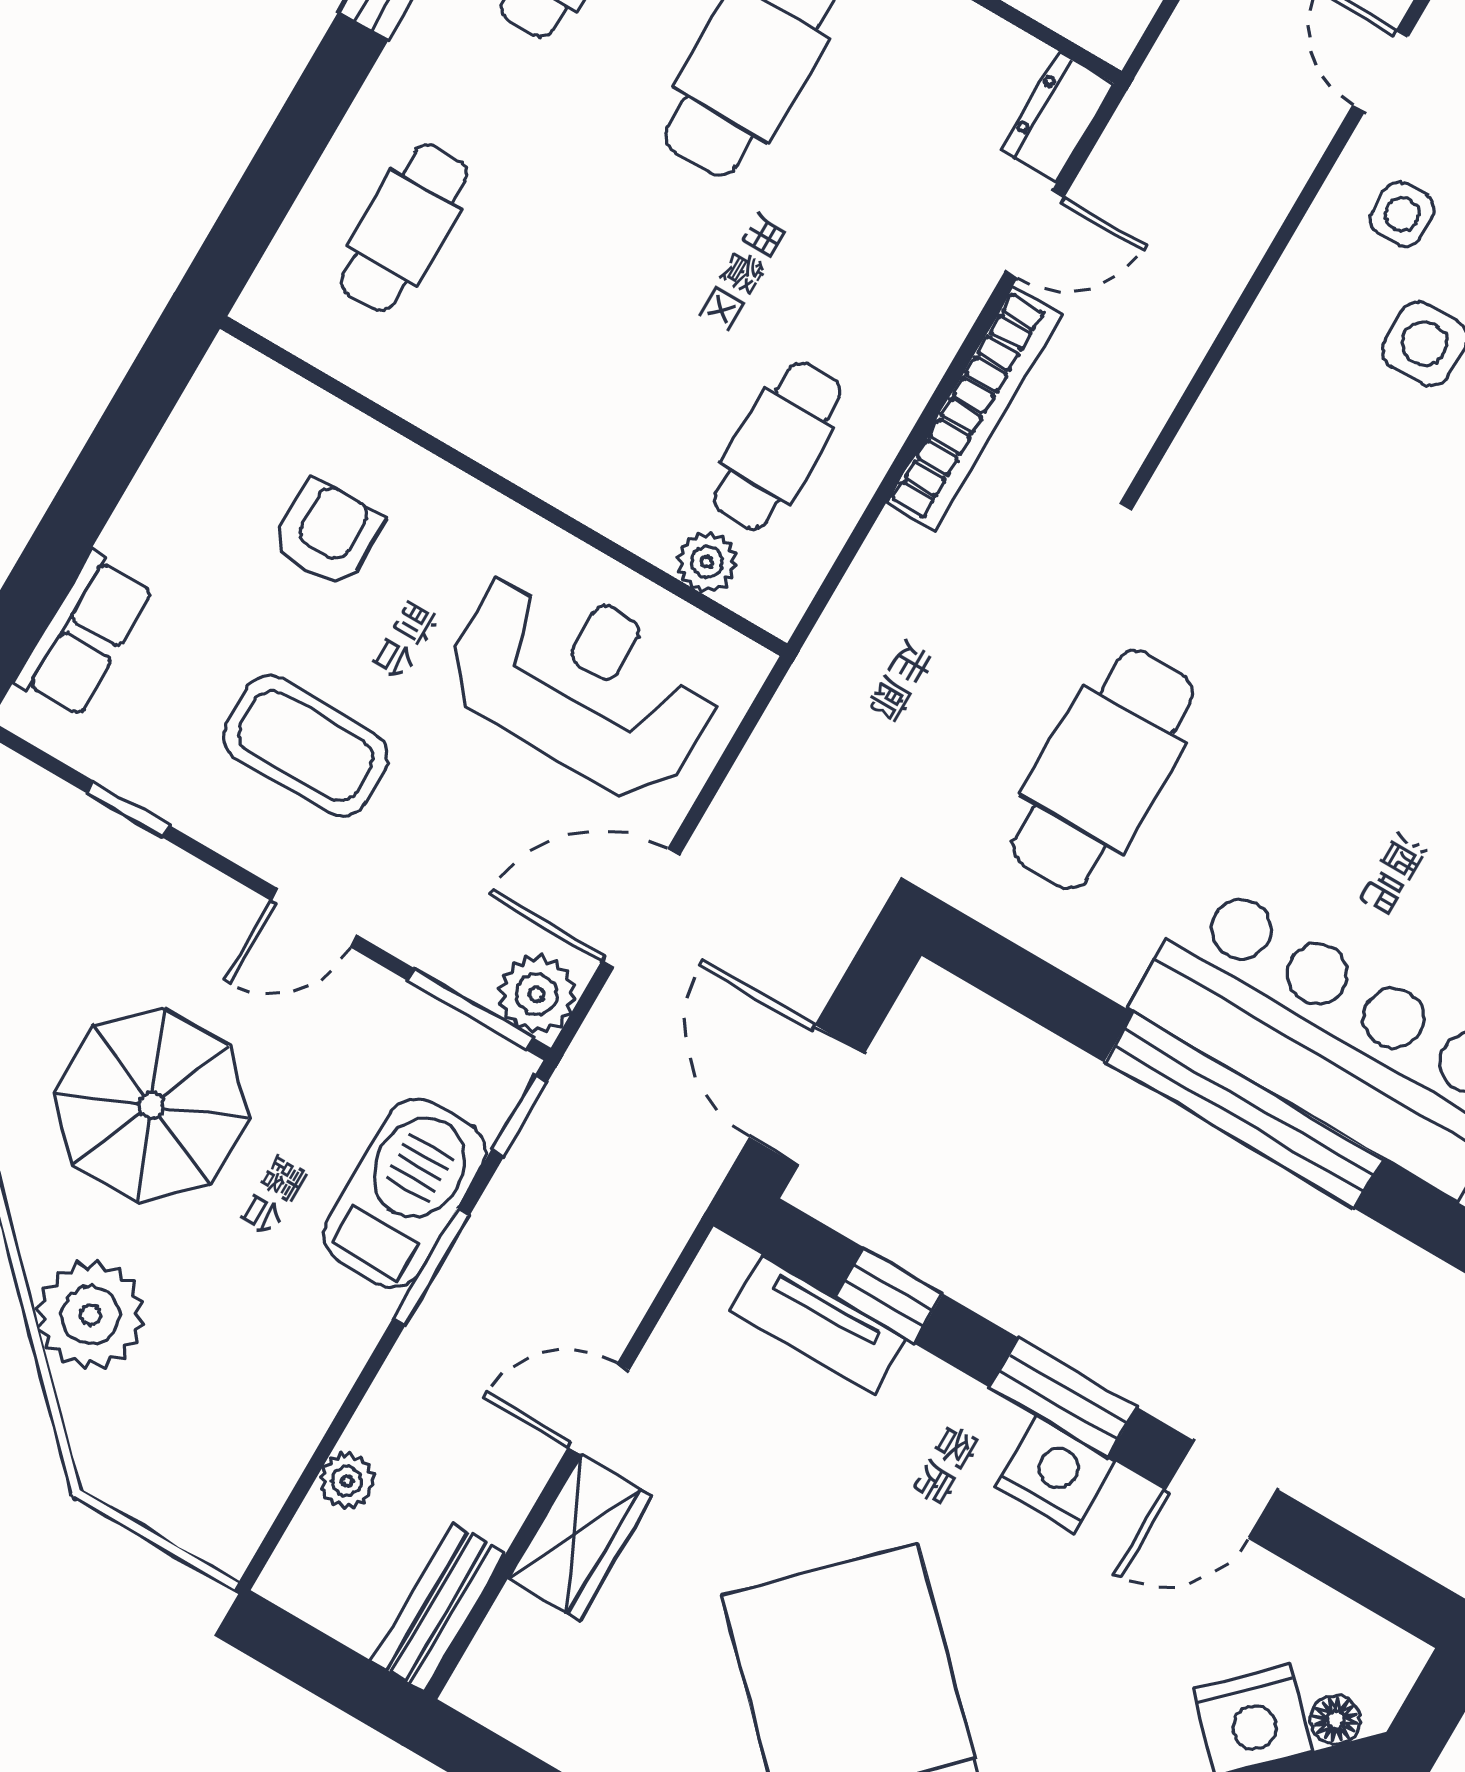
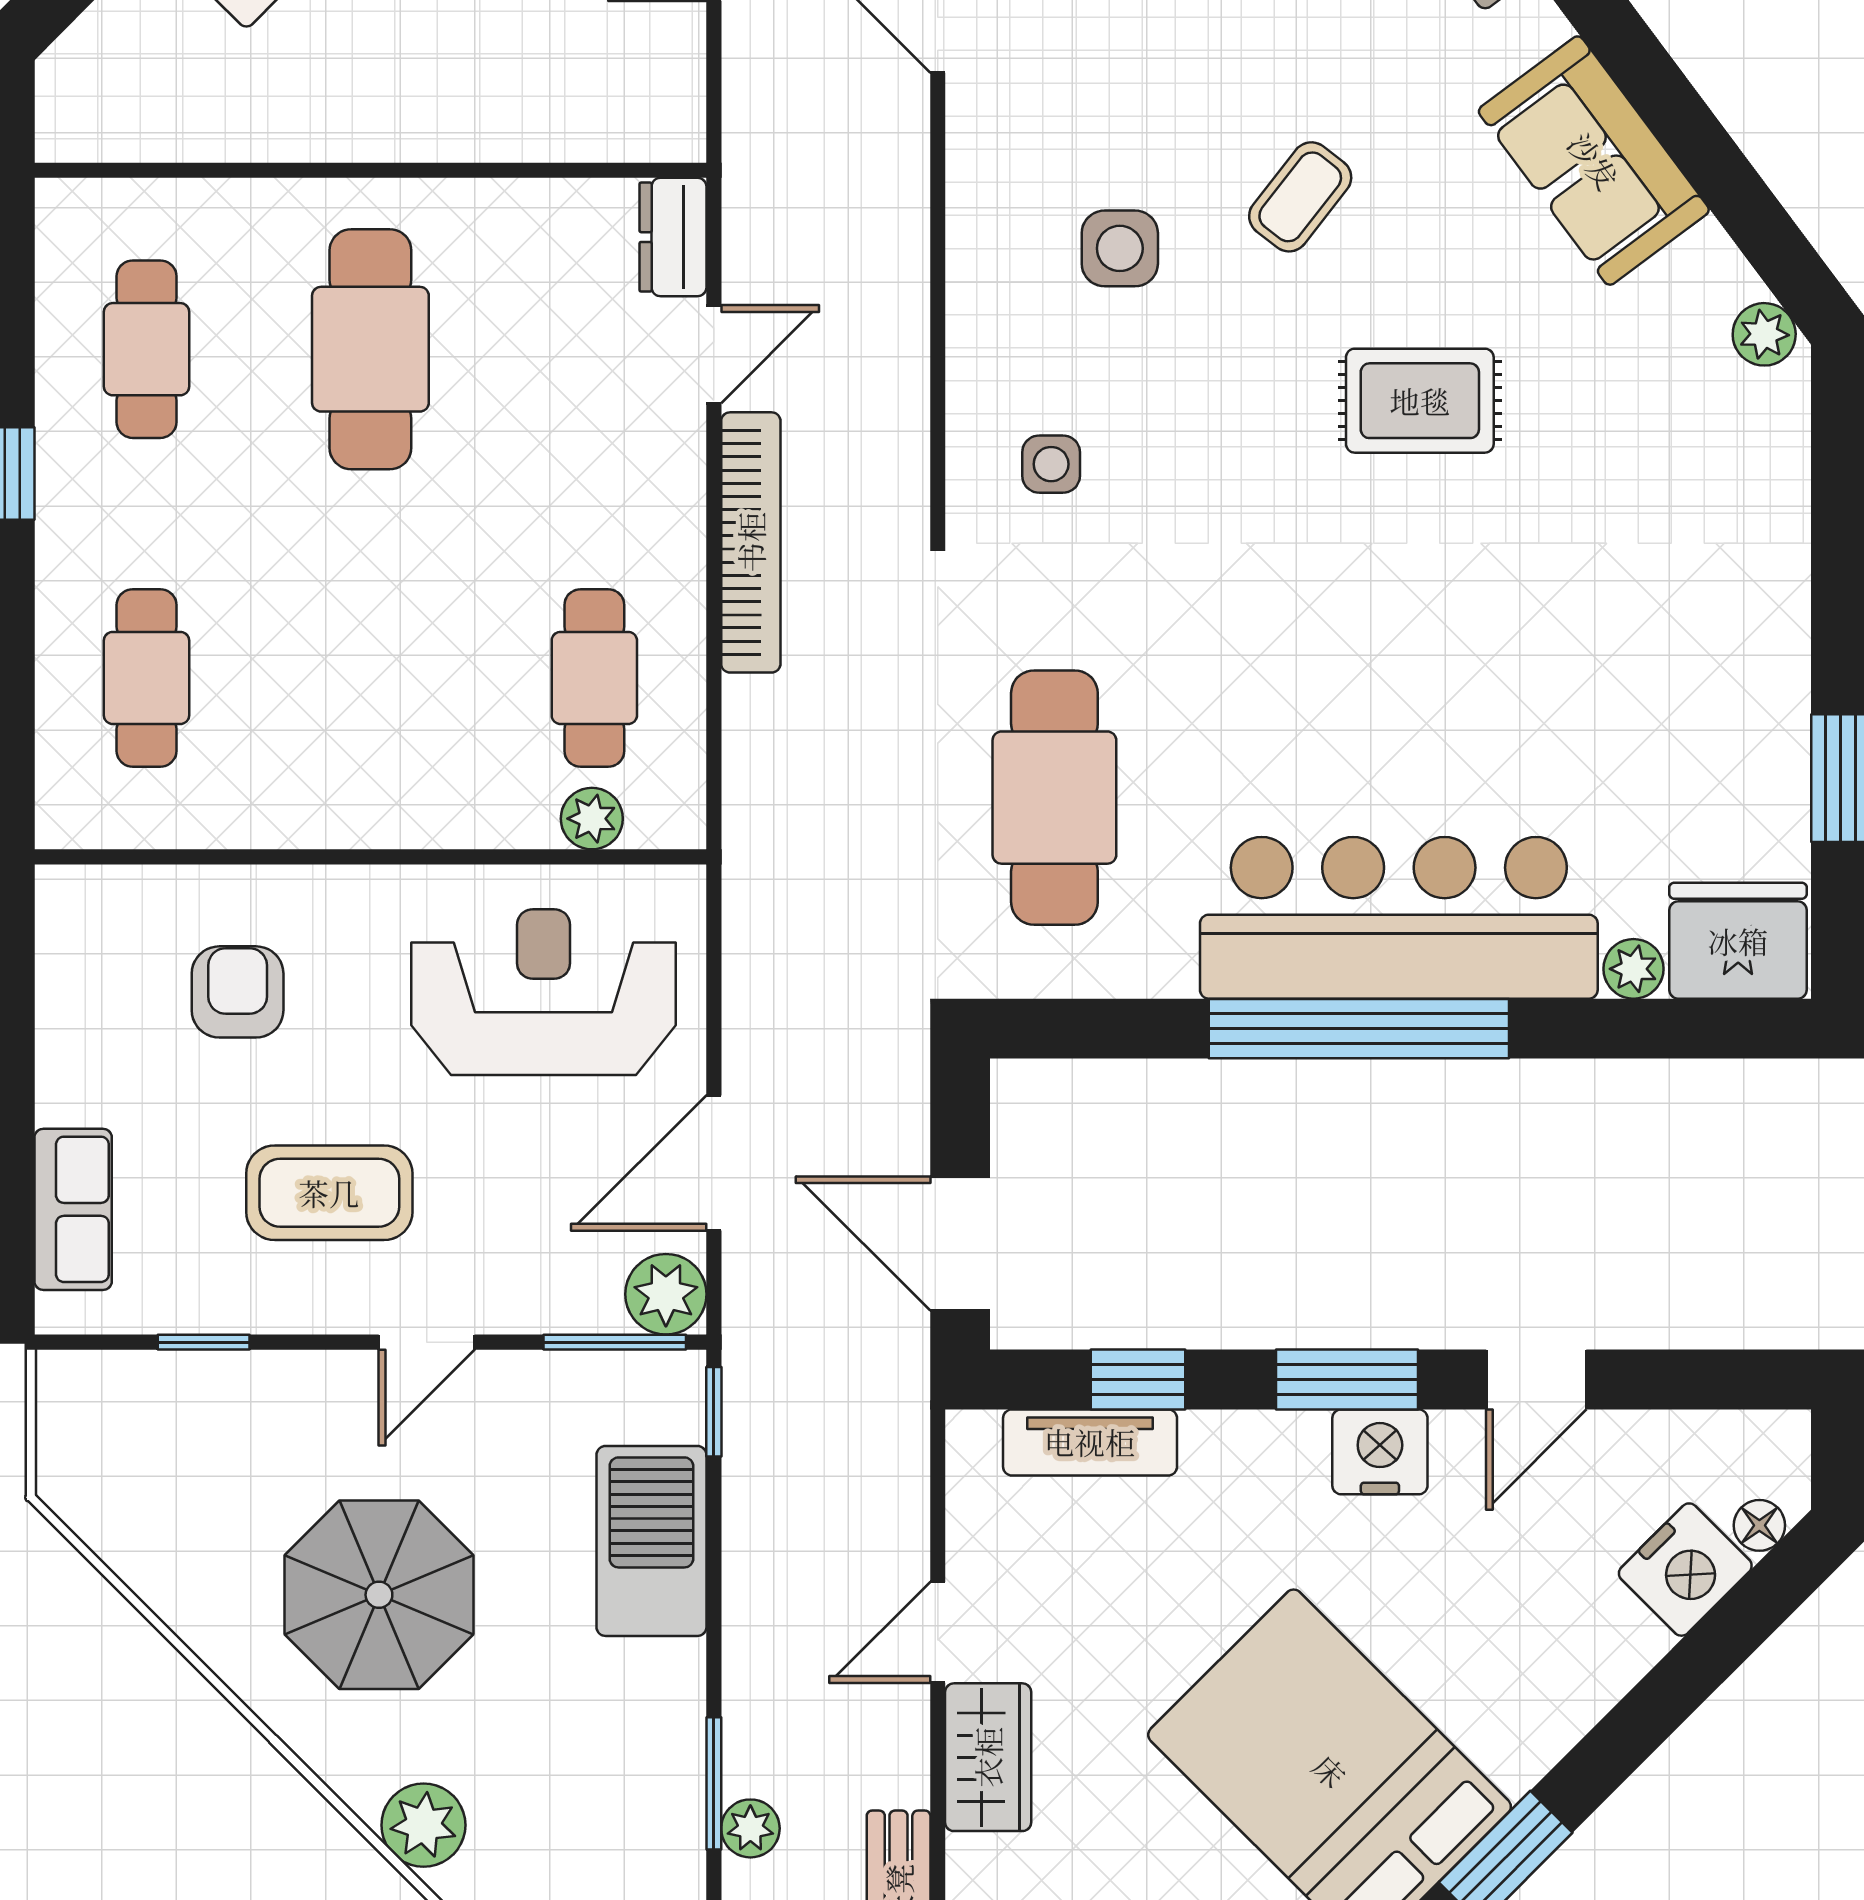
side table: (1402, 214) -> (1051, 464), moved
window: (431, 1267) -> (714, 1783), moved
plant: (90, 1315) -> (423, 1825), width x0.73, depth x0.73

